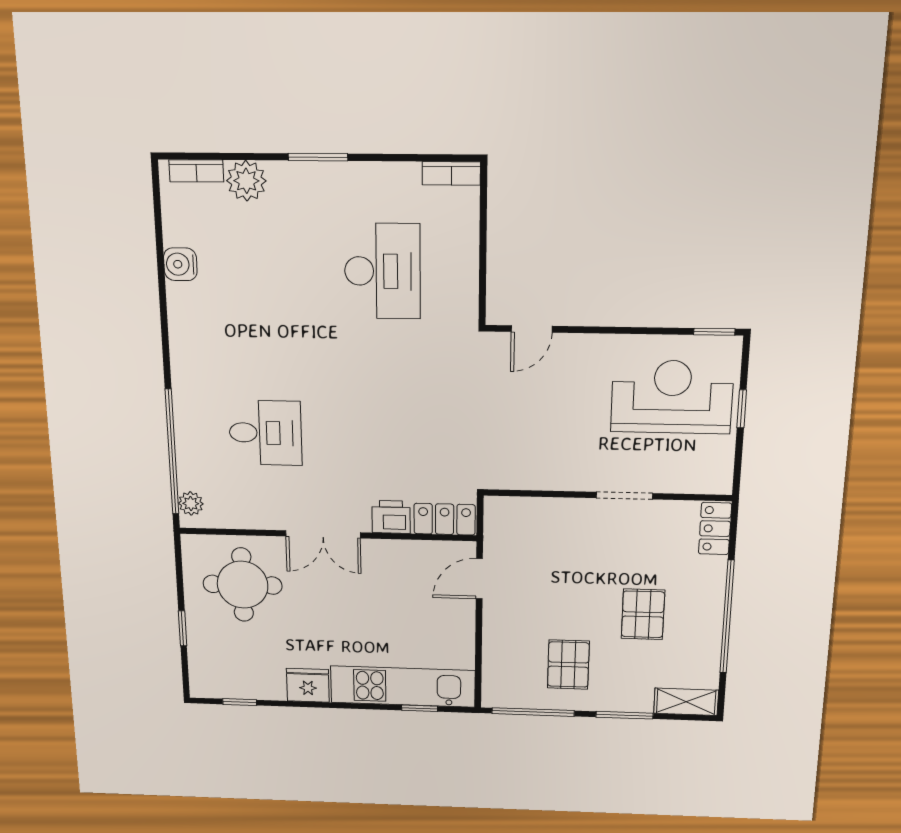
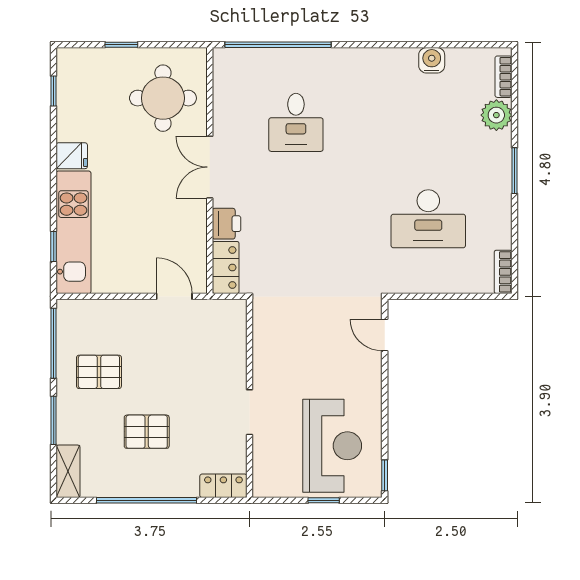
plant: (191, 503) -> (234, 58), removed
fridge: (308, 685) -> (72, 156), width x0.72

